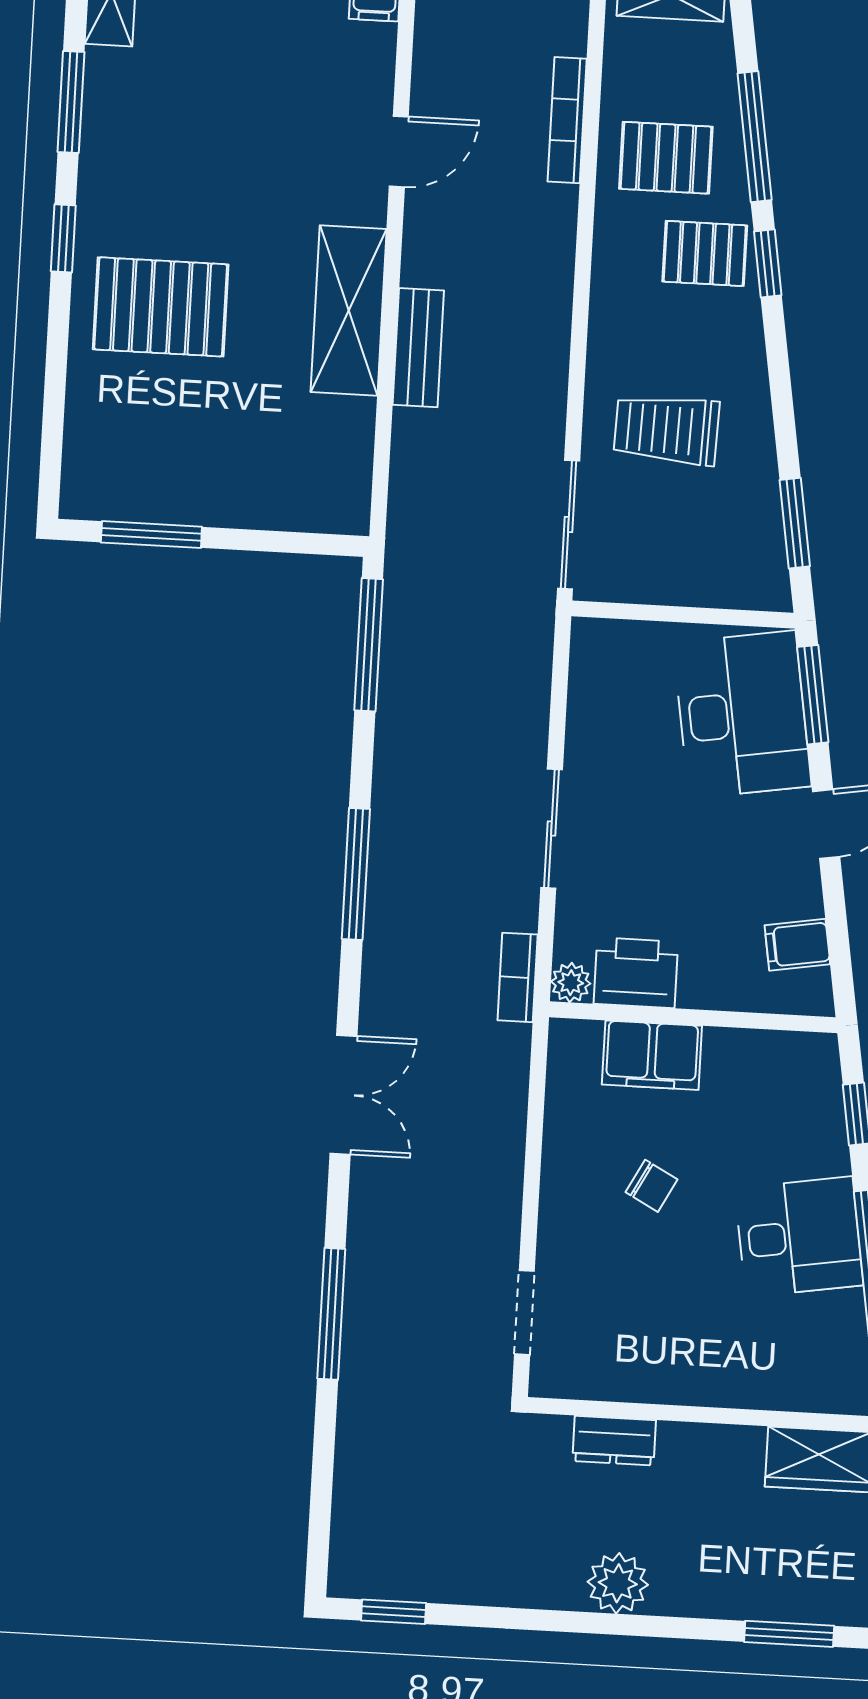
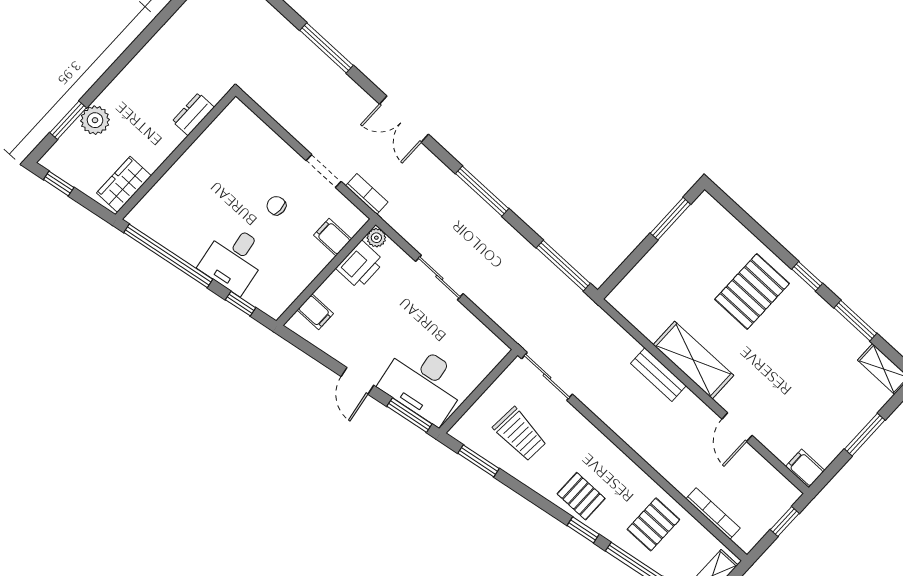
bookcase: (567, 120) -> (713, 513), moved
pallet: (705, 253) -> (581, 496), moved, turned 90
trolley: (666, 430) -> (520, 434), moved, turned 92
filing cabinet: (797, 945) -> (315, 312), moved, turned 99
bookcase: (518, 977) -> (367, 194), moved
filing cabinet: (652, 1055) -> (333, 237), width x0.50
chair: (652, 1186) -> (276, 206), turned 62
desk: (799, 1237) -> (234, 259), moved
doorway: (524, 1313) -> (324, 171), moved
plant: (618, 1583) -> (95, 120), moved

